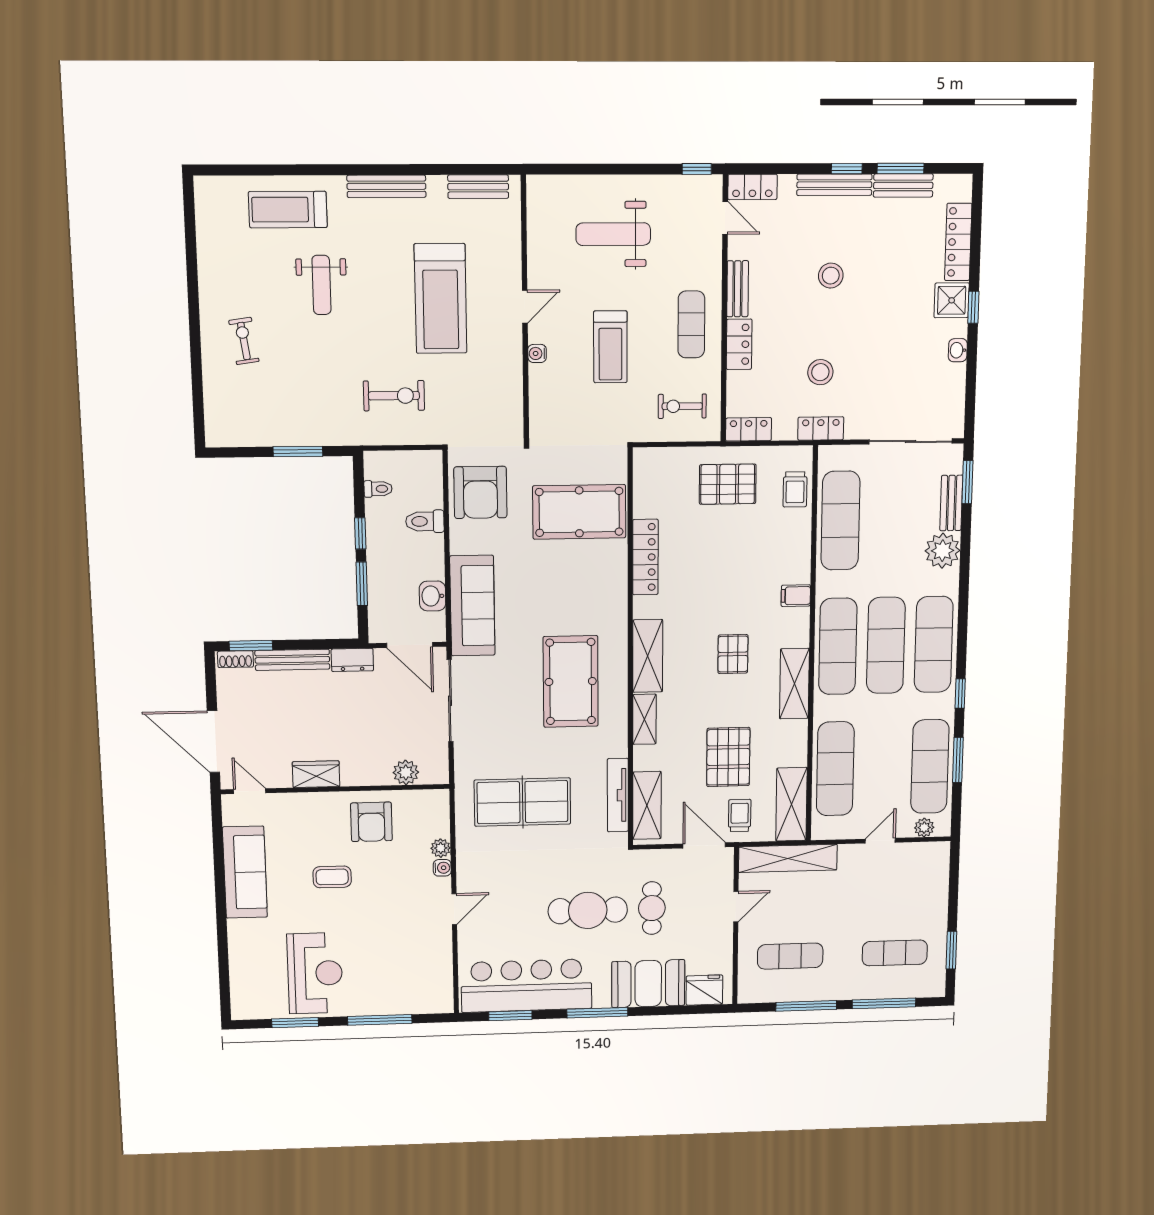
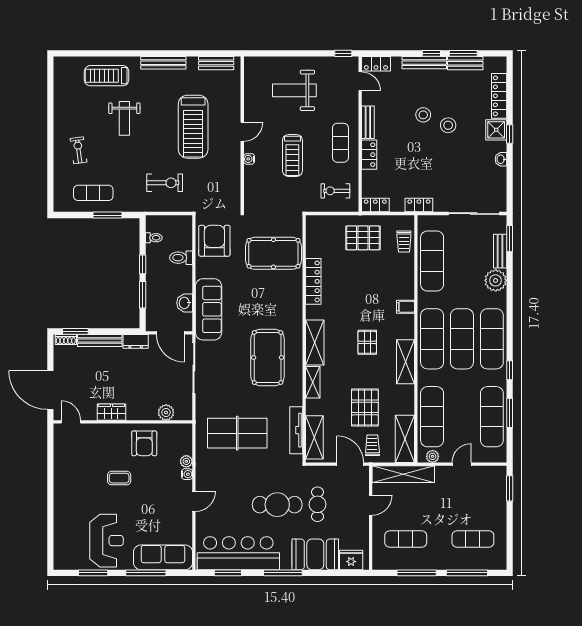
stool: (820, 372) -> (448, 125), moved
exercise mat: (272, 414) -> (93, 193), added
armchair: (480, 492) -> (214, 241), turned 180
plant: (924, 828) -> (432, 456), moved
sofa: (245, 872) -> (163, 557), moved, turned -90
window: (951, 950) -> (510, 488), moved

